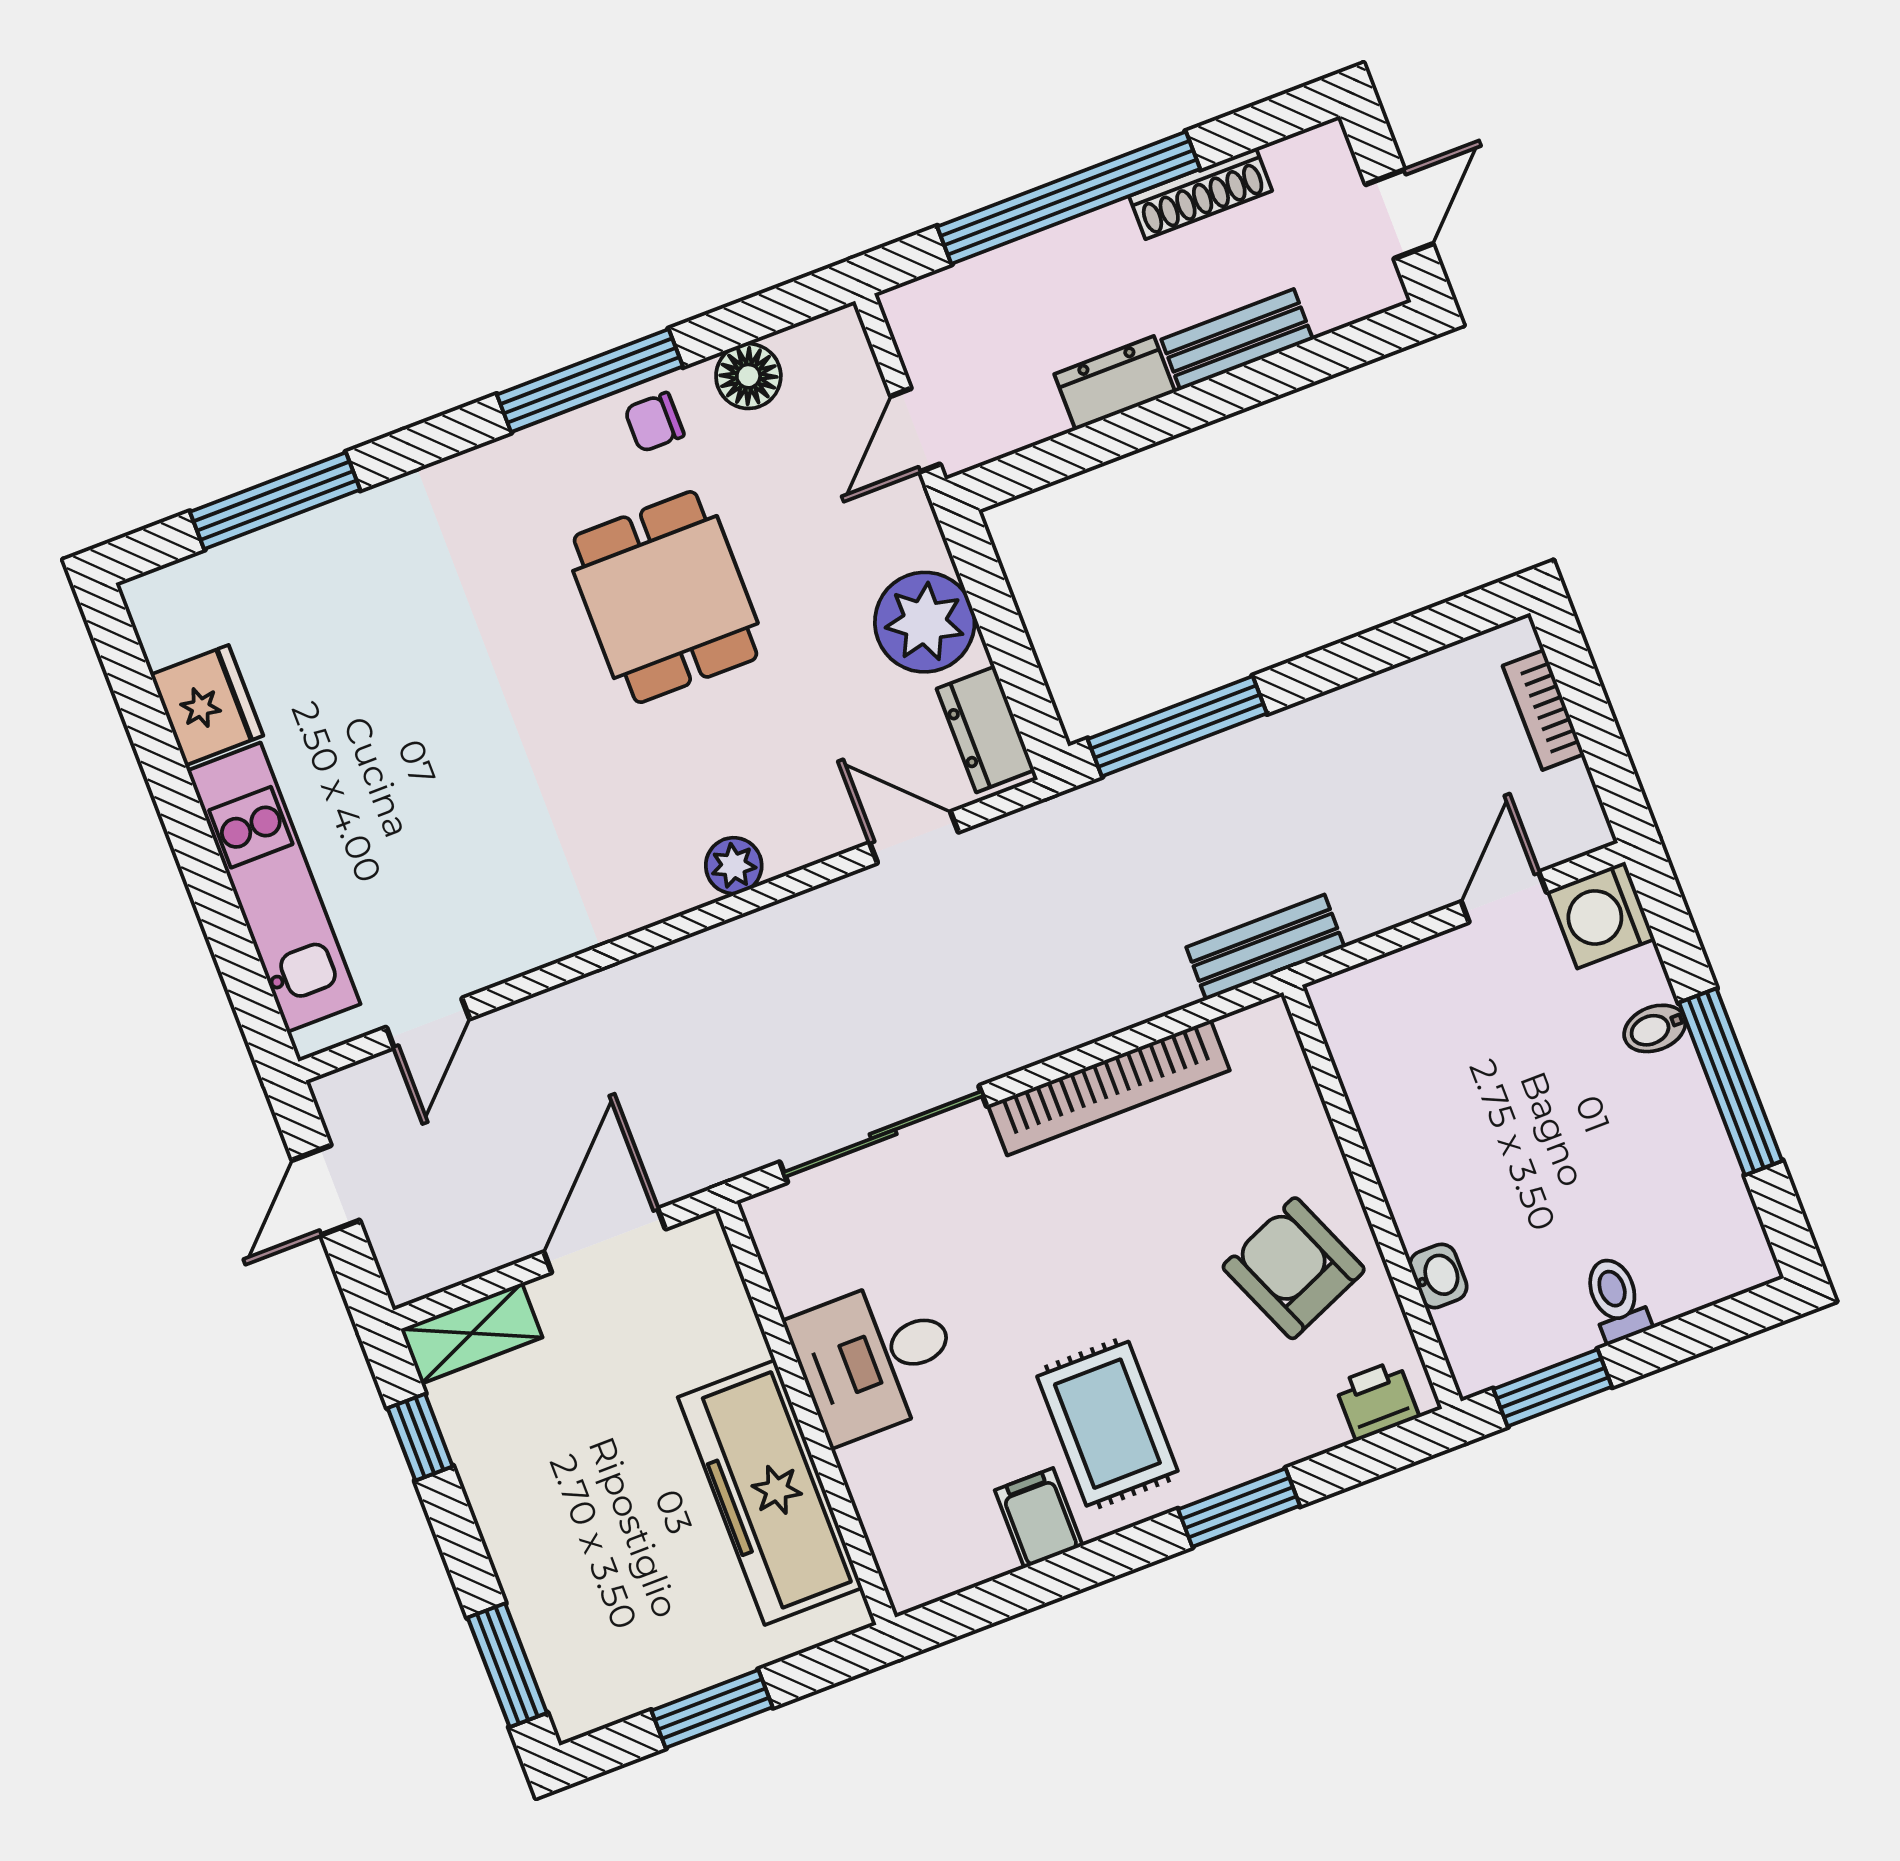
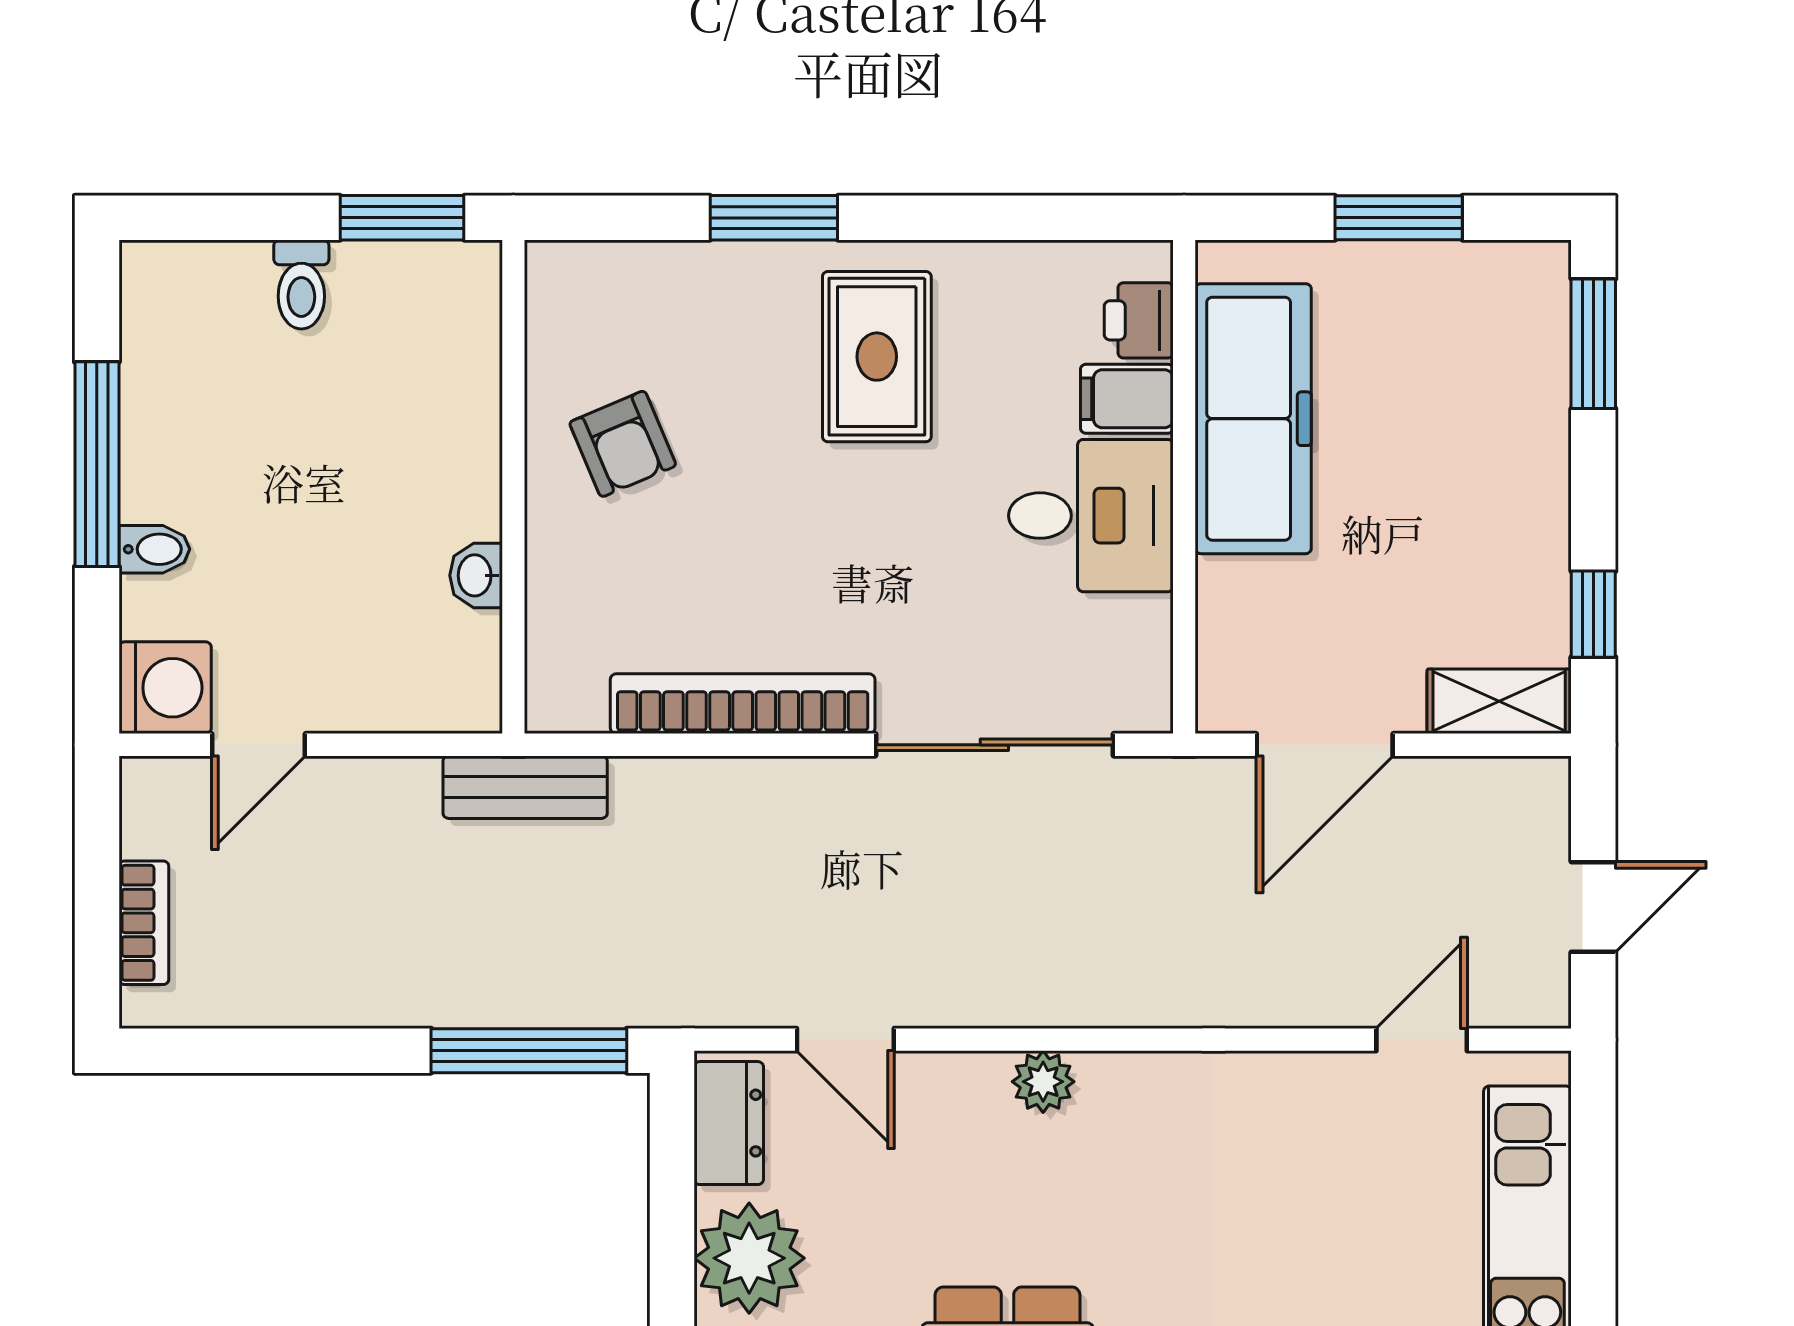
armchair: (1294, 1268) -> (623, 444), width x0.72, depth x0.72
washbasin: (1438, 1276) -> (476, 575), moved
printer: (1377, 1400) -> (1139, 320), moved, turned 90
filing cabinet: (1039, 1518) -> (1127, 399), moved, turned 90

